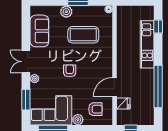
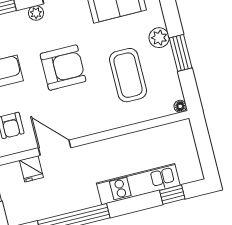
armchair: (70, 71) -> (63, 68), width x1.88, depth x1.88

